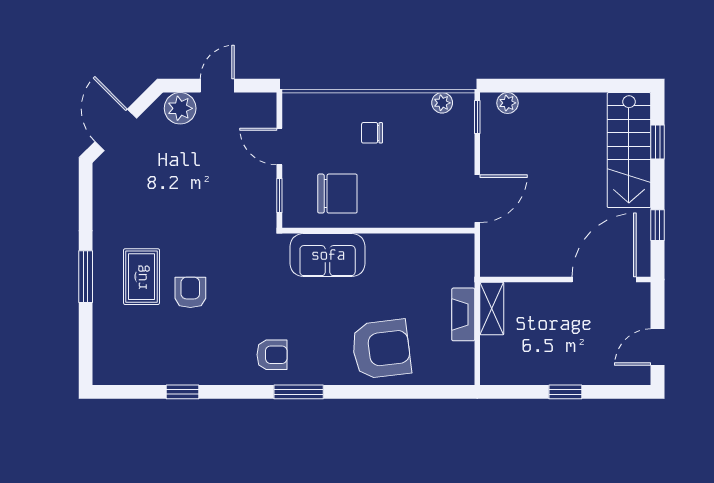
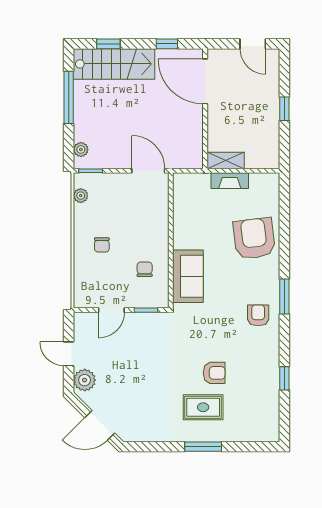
window: (582, 86) -> (69, 97), added
chair: (337, 194) -> (145, 269), width x0.54, depth x0.54
armchair: (190, 292) -> (214, 373), turned 180

